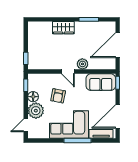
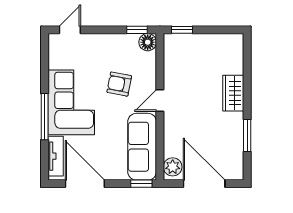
plant: (82, 64) -> (173, 167), moved
sofa: (101, 82) -> (142, 147), width x1.36
floor lamp: (33, 97) -> (148, 42), moved
plant: (36, 111) -> (94, 47), removed
door: (26, 125) -> (70, 30), hinge flipped

